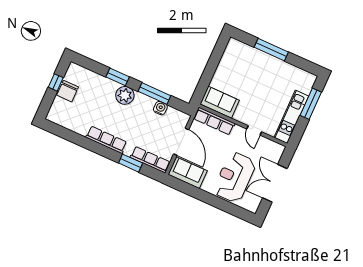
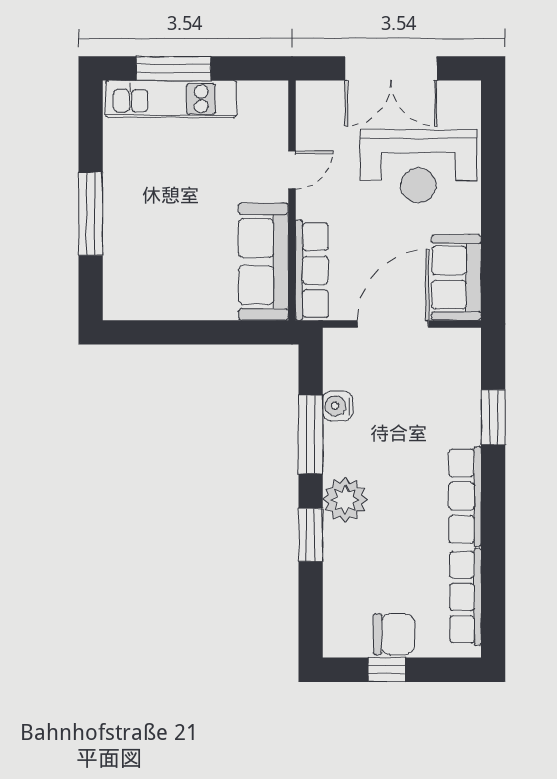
sofa: (220, 102) -> (263, 262), width x1.36
kitchen unit: (291, 117) -> (171, 99), moved
row of seats: (150, 160) -> (465, 597), moved

